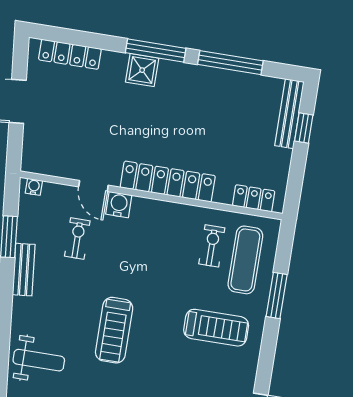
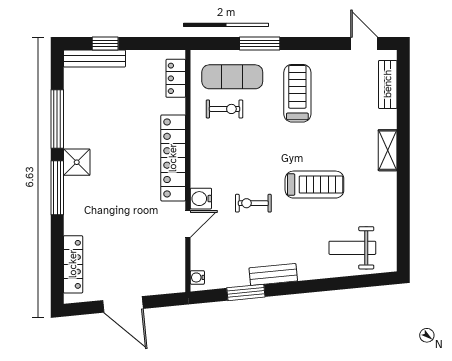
shower: (142, 70) -> (77, 162), moved
exercise bike: (77, 238) -> (253, 203), moved
exercise bike: (212, 246) -> (225, 109), turned 180
weight bench: (39, 360) -> (352, 248), turned -90

